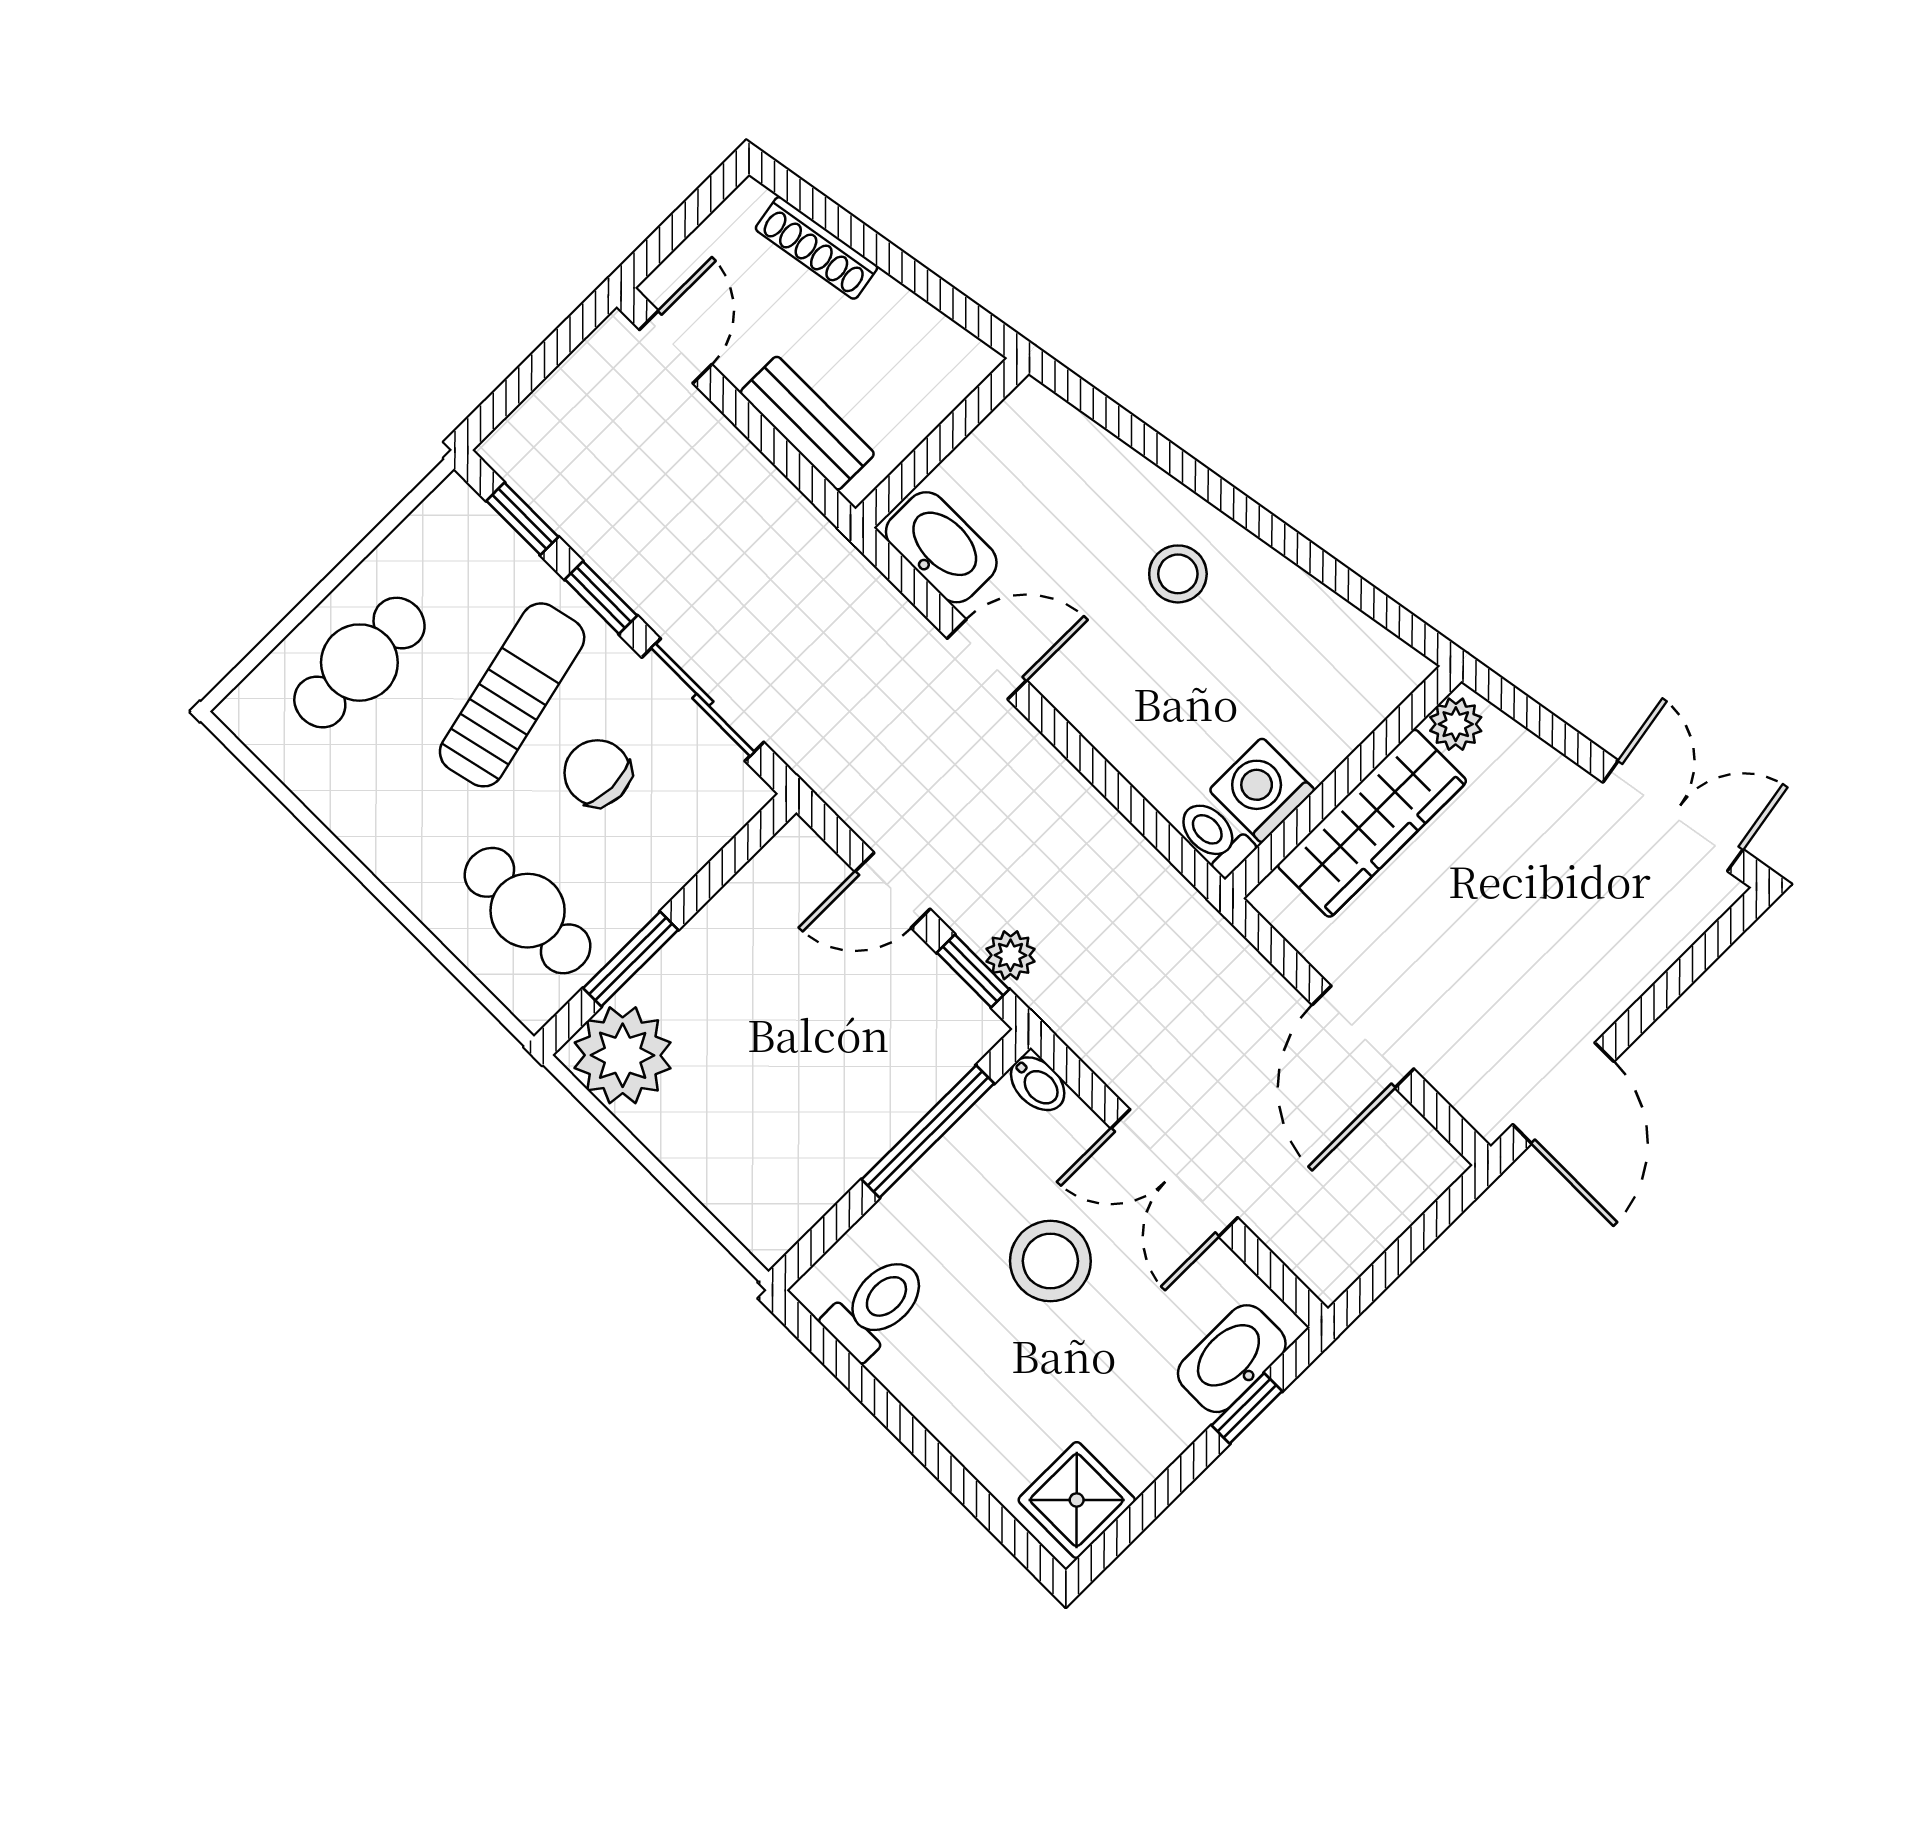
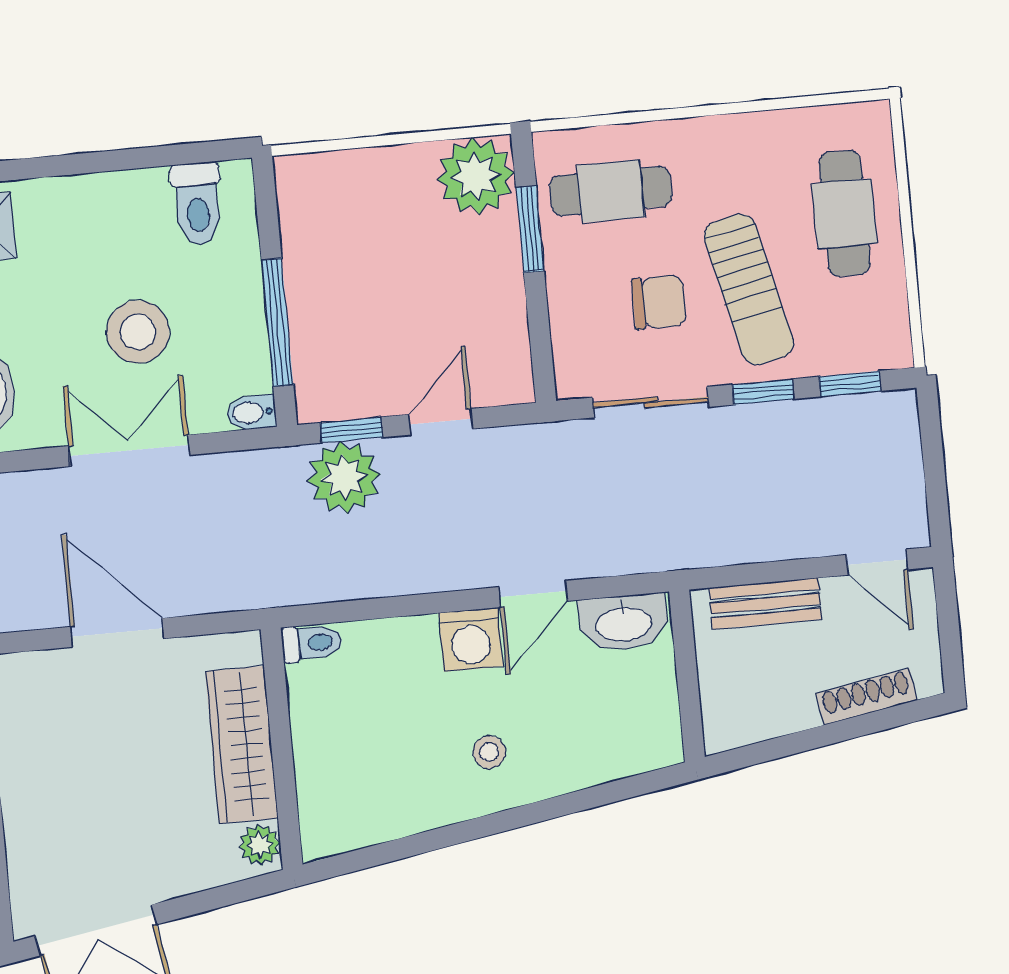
stool: (1178, 574) -> (489, 752), width x0.73, depth x0.73
washing machine: (1262, 790) -> (471, 640), moved, turned 90
plant: (1011, 955) -> (344, 477), width x1.88, depth x1.88

